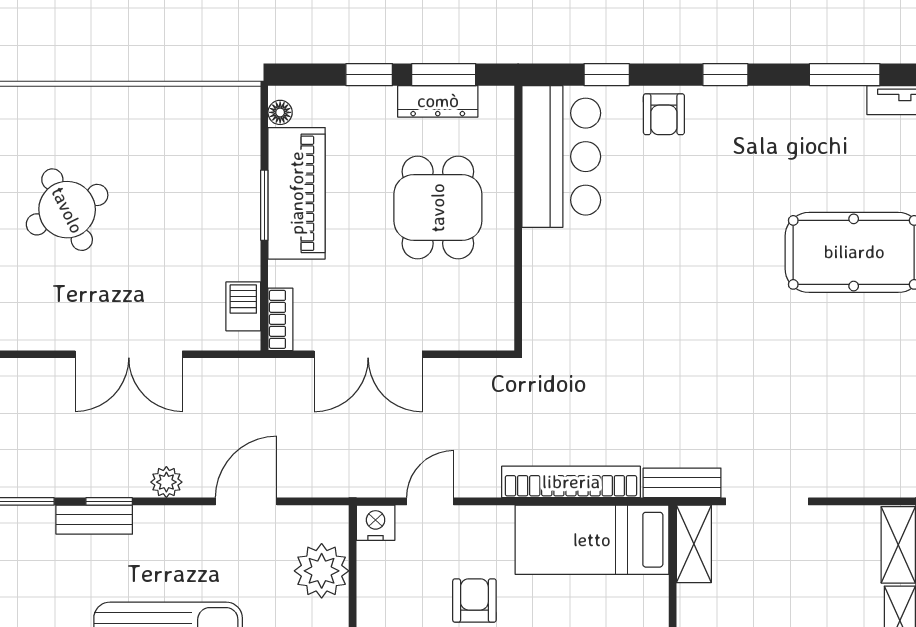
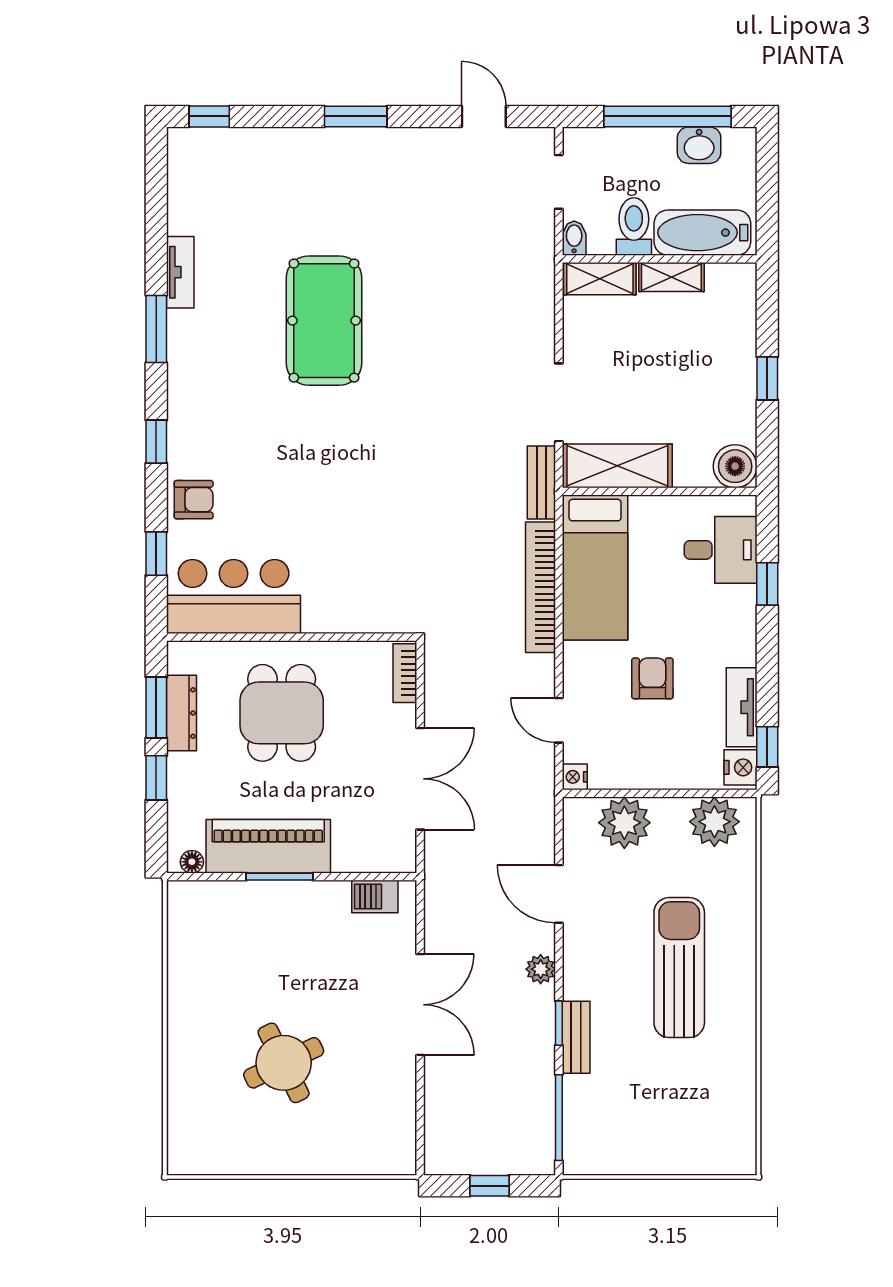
dining table: (438, 208) -> (282, 713), turned 90
bookcase: (280, 319) -> (405, 673), moved, turned -90
nightstand: (376, 523) -> (575, 777), width x0.72, depth x0.74
shelving: (694, 544) -> (617, 466), width x1.50, depth x1.33
armchair: (474, 601) -> (652, 678), turned 90

